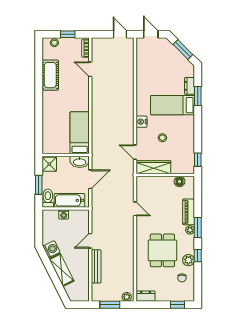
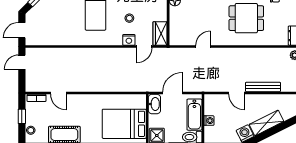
door: (90, 69) -> (58, 93), hinge flipped
nightstand: (141, 122) -> (129, 40), moved
bed: (80, 133) -> (124, 124), moved, width x1.50
wardrobe: (153, 167) -> (160, 33), width x0.67
door: (90, 179) -> (173, 93), hinge flipped

